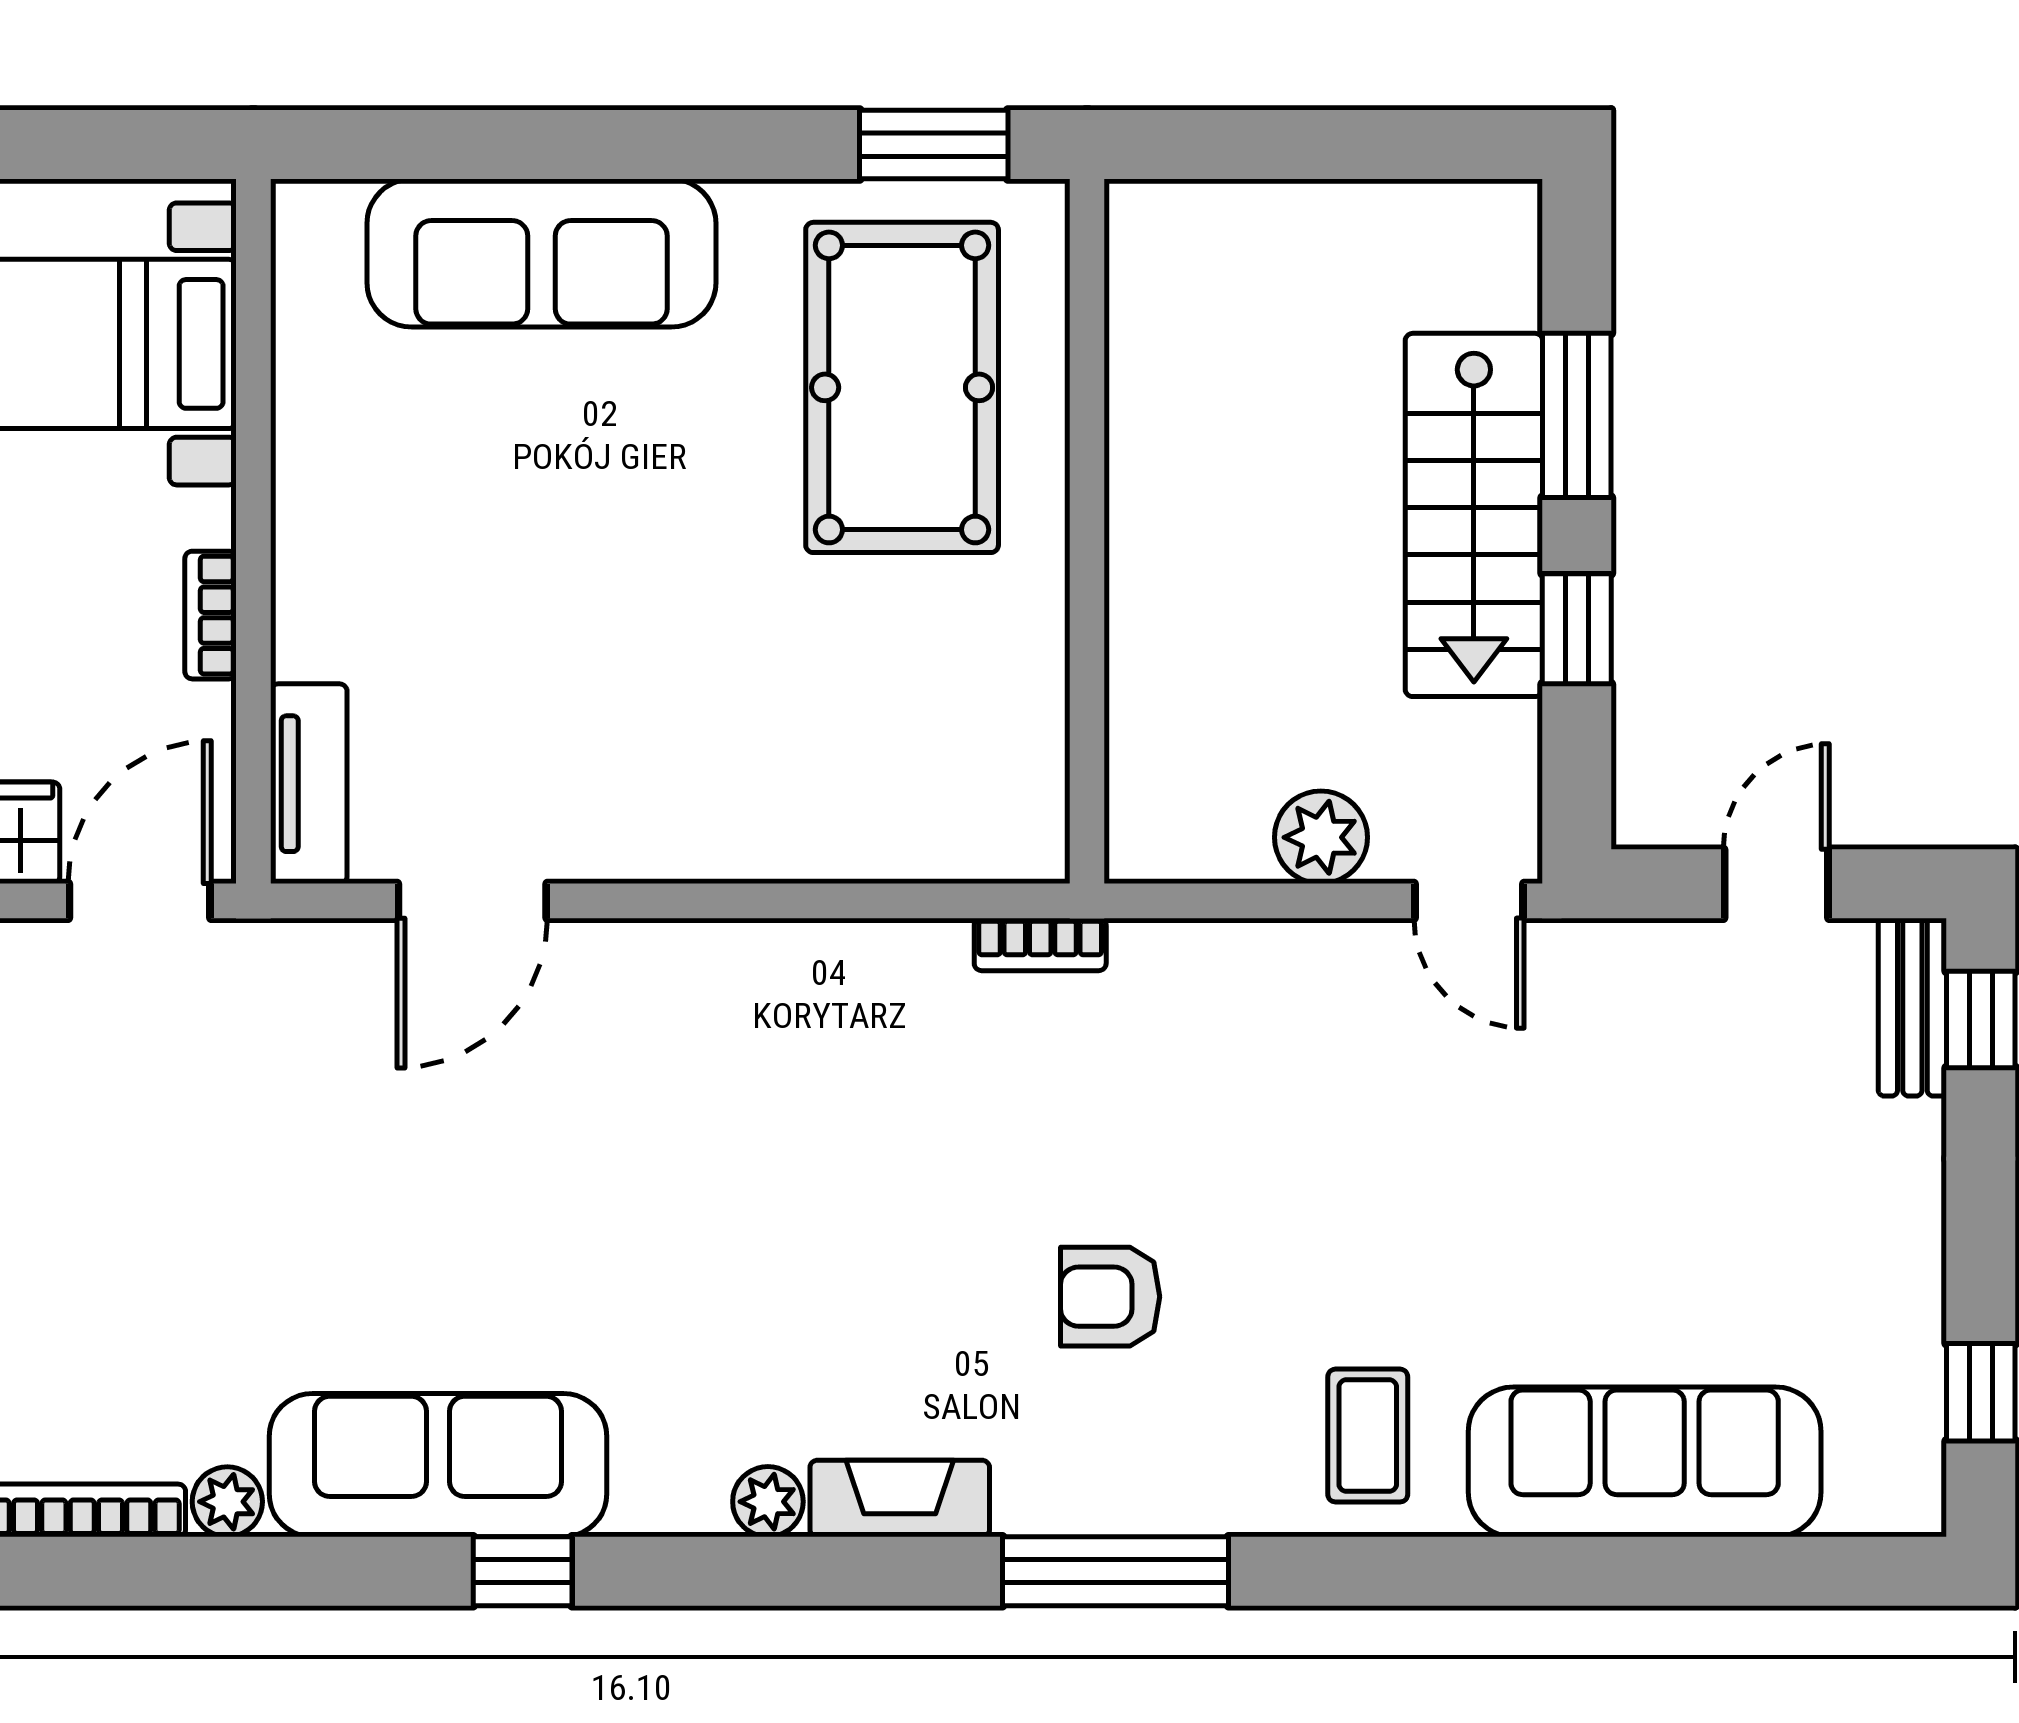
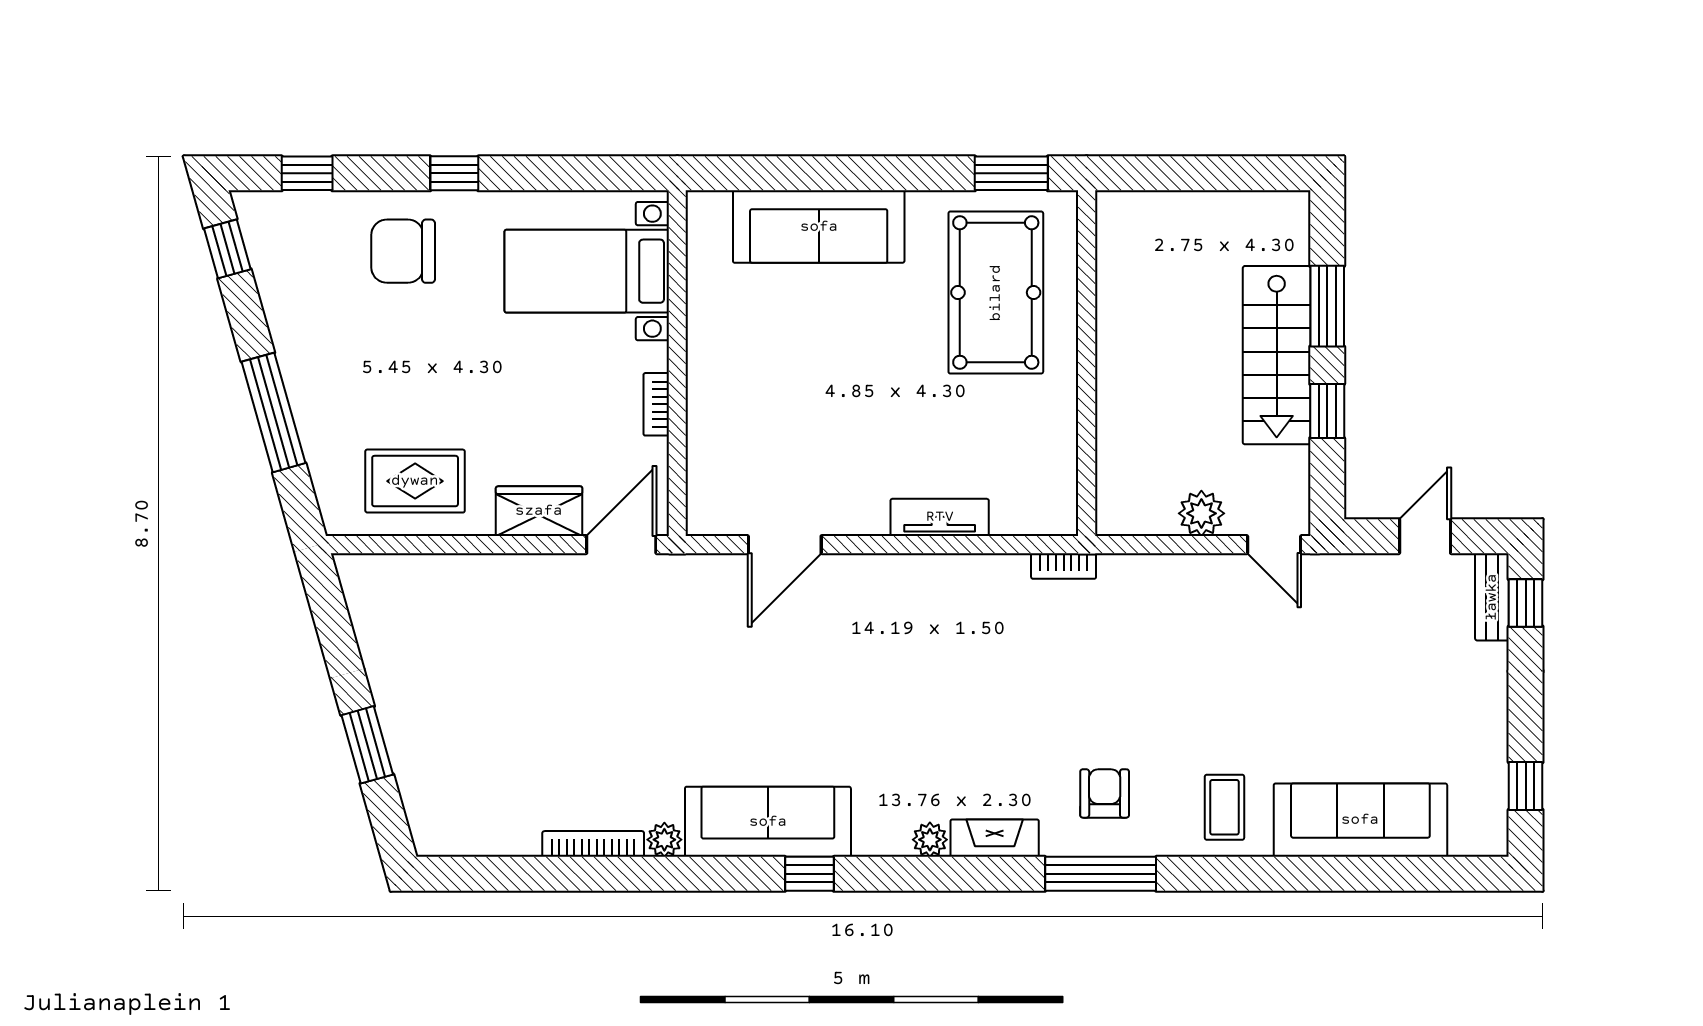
tv unit: (309, 784) -> (940, 517), moved, turned -90
armchair: (1110, 1297) -> (1105, 793), moved, turned 90

